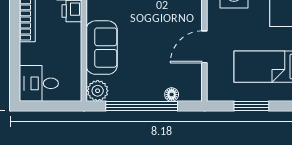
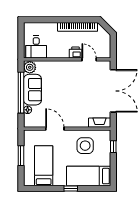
sofa: (102, 48) -> (33, 90), moved, turned -90
desk: (39, 83) -> (36, 47), moved, turned 180

